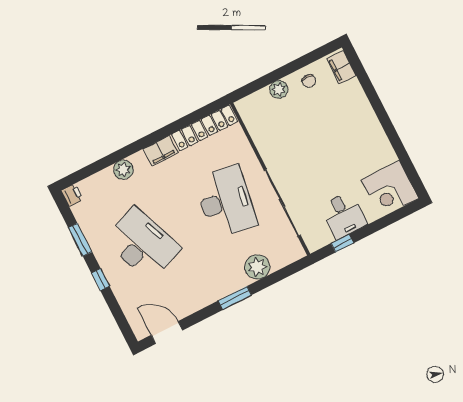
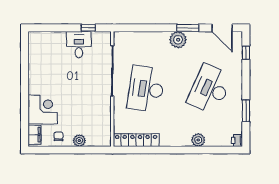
filing cabinet: (161, 151) -> (170, 140), removed
corner desk: (390, 189) -> (43, 109), moved
desk: (142, 244) -> (210, 89), turned 45
plant: (257, 267) -> (178, 40), moved
window: (100, 280) -> (246, 53), moved
window: (235, 298) -> (188, 28), moved

